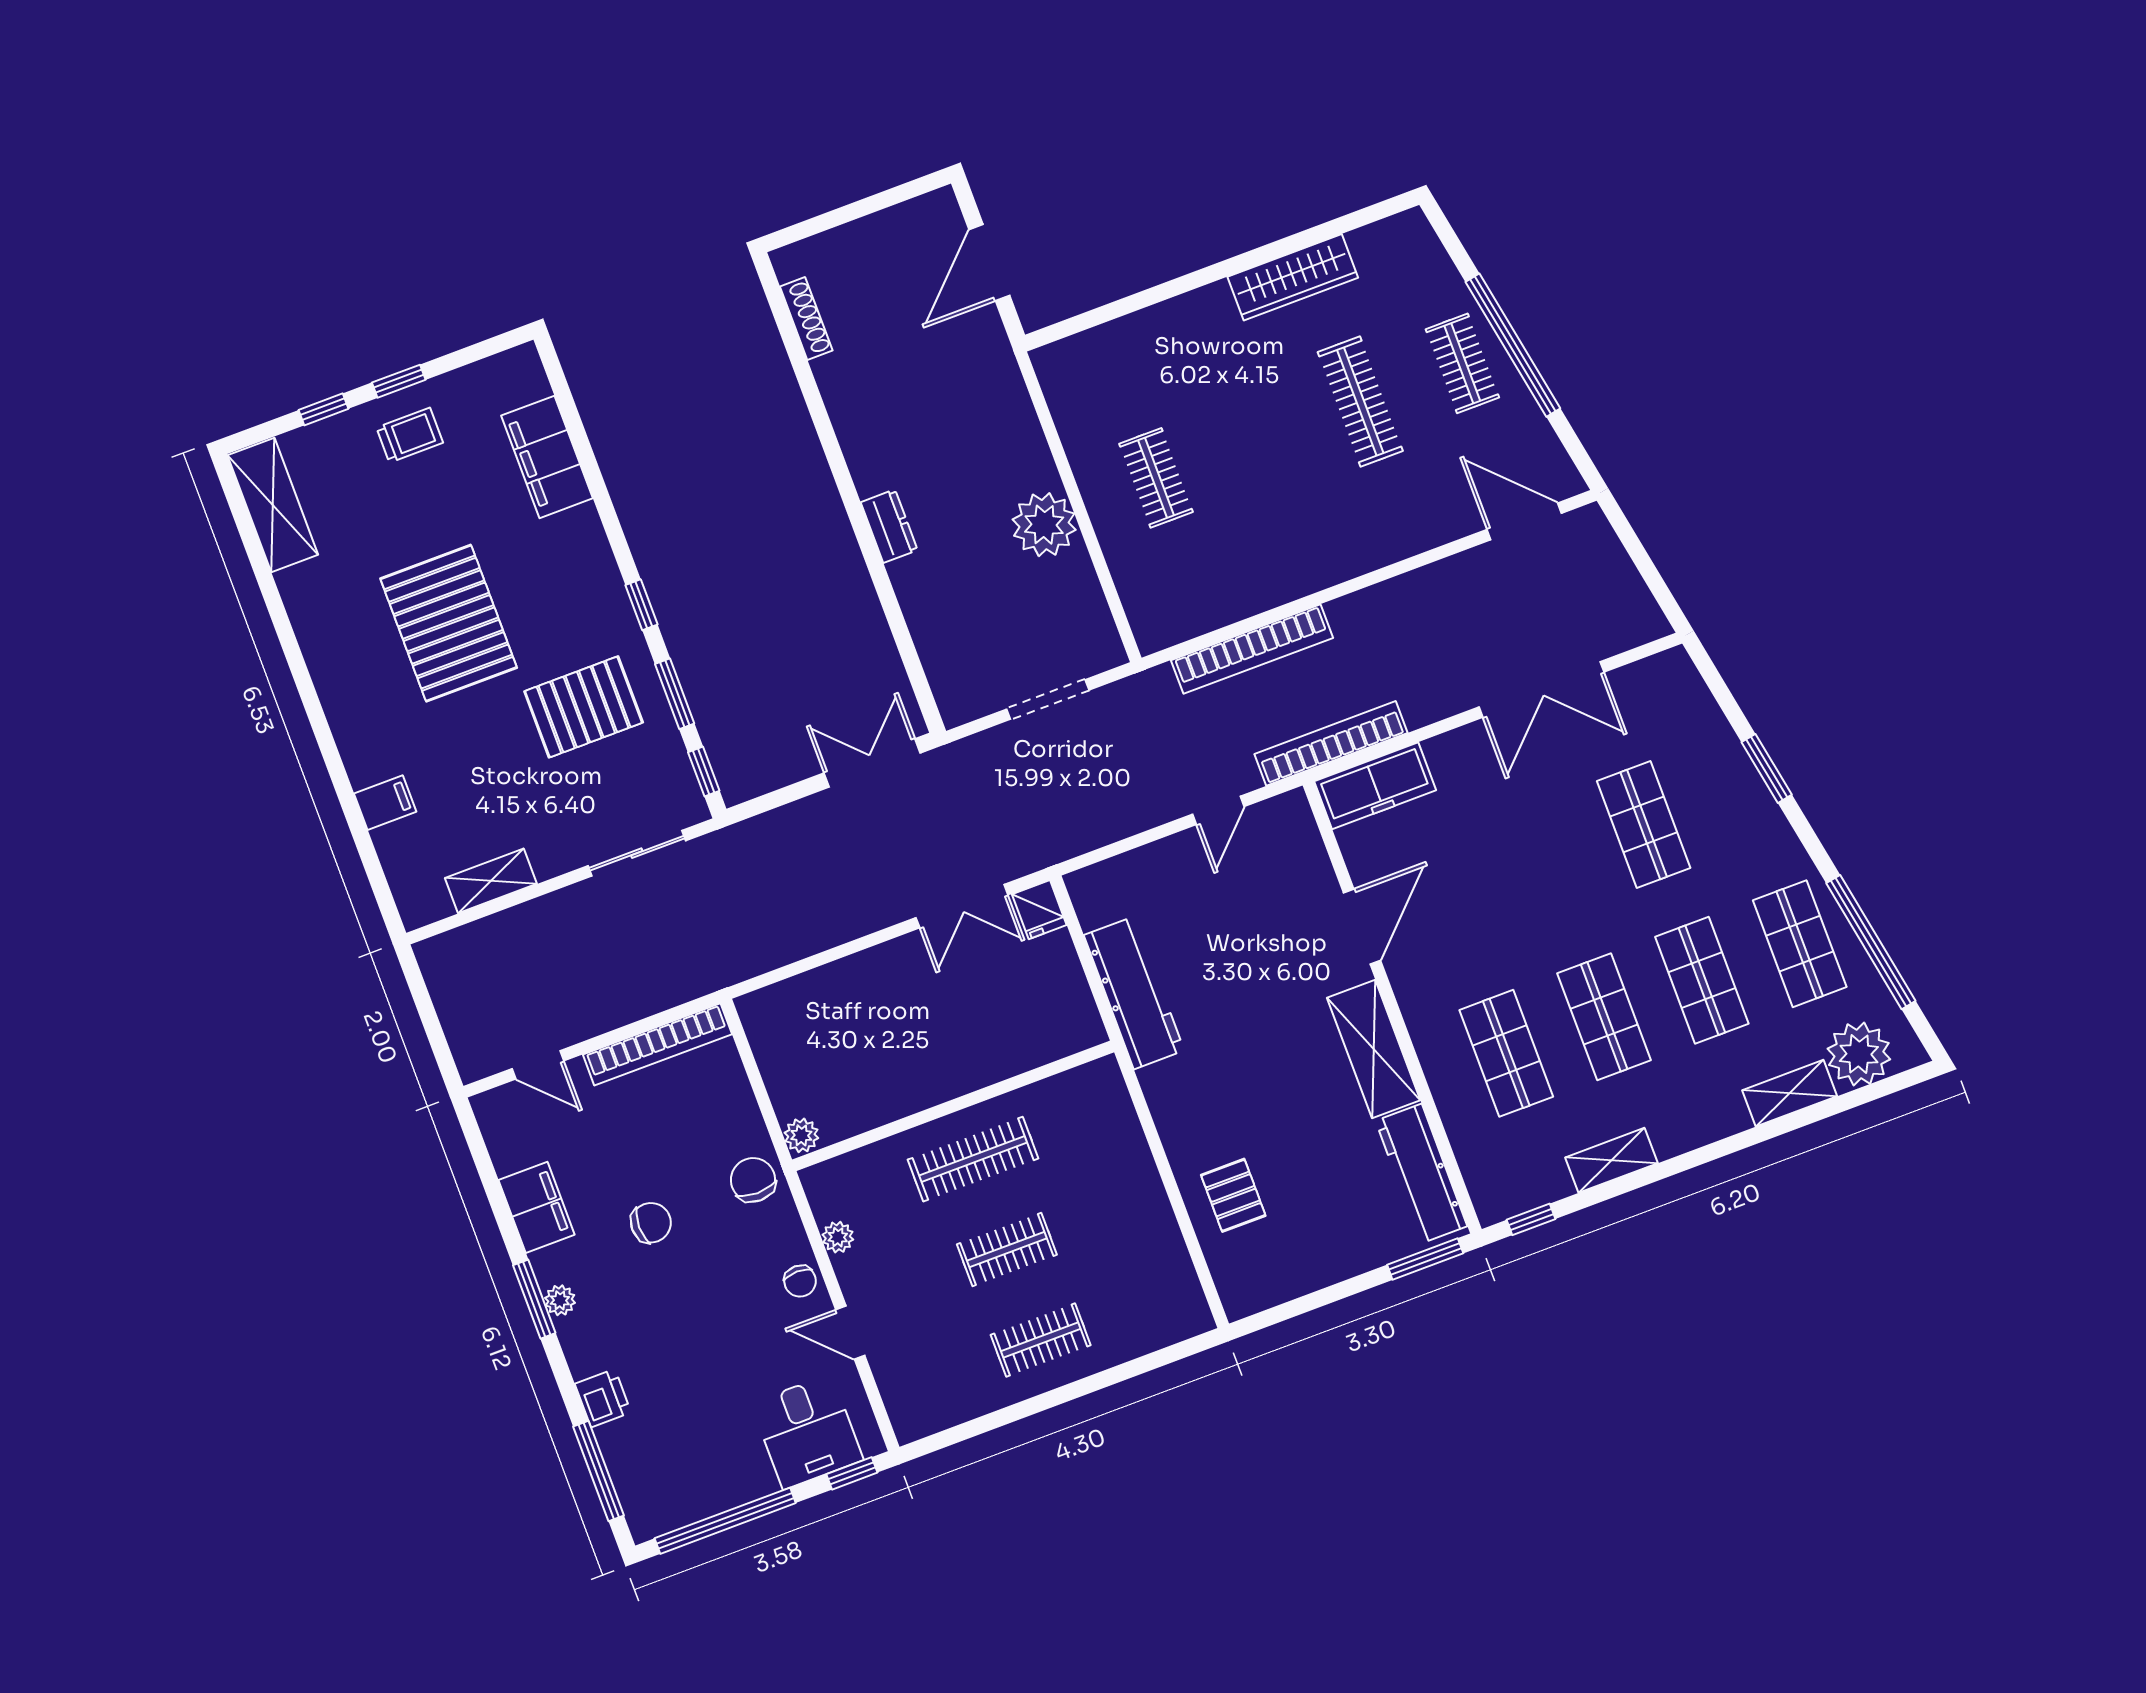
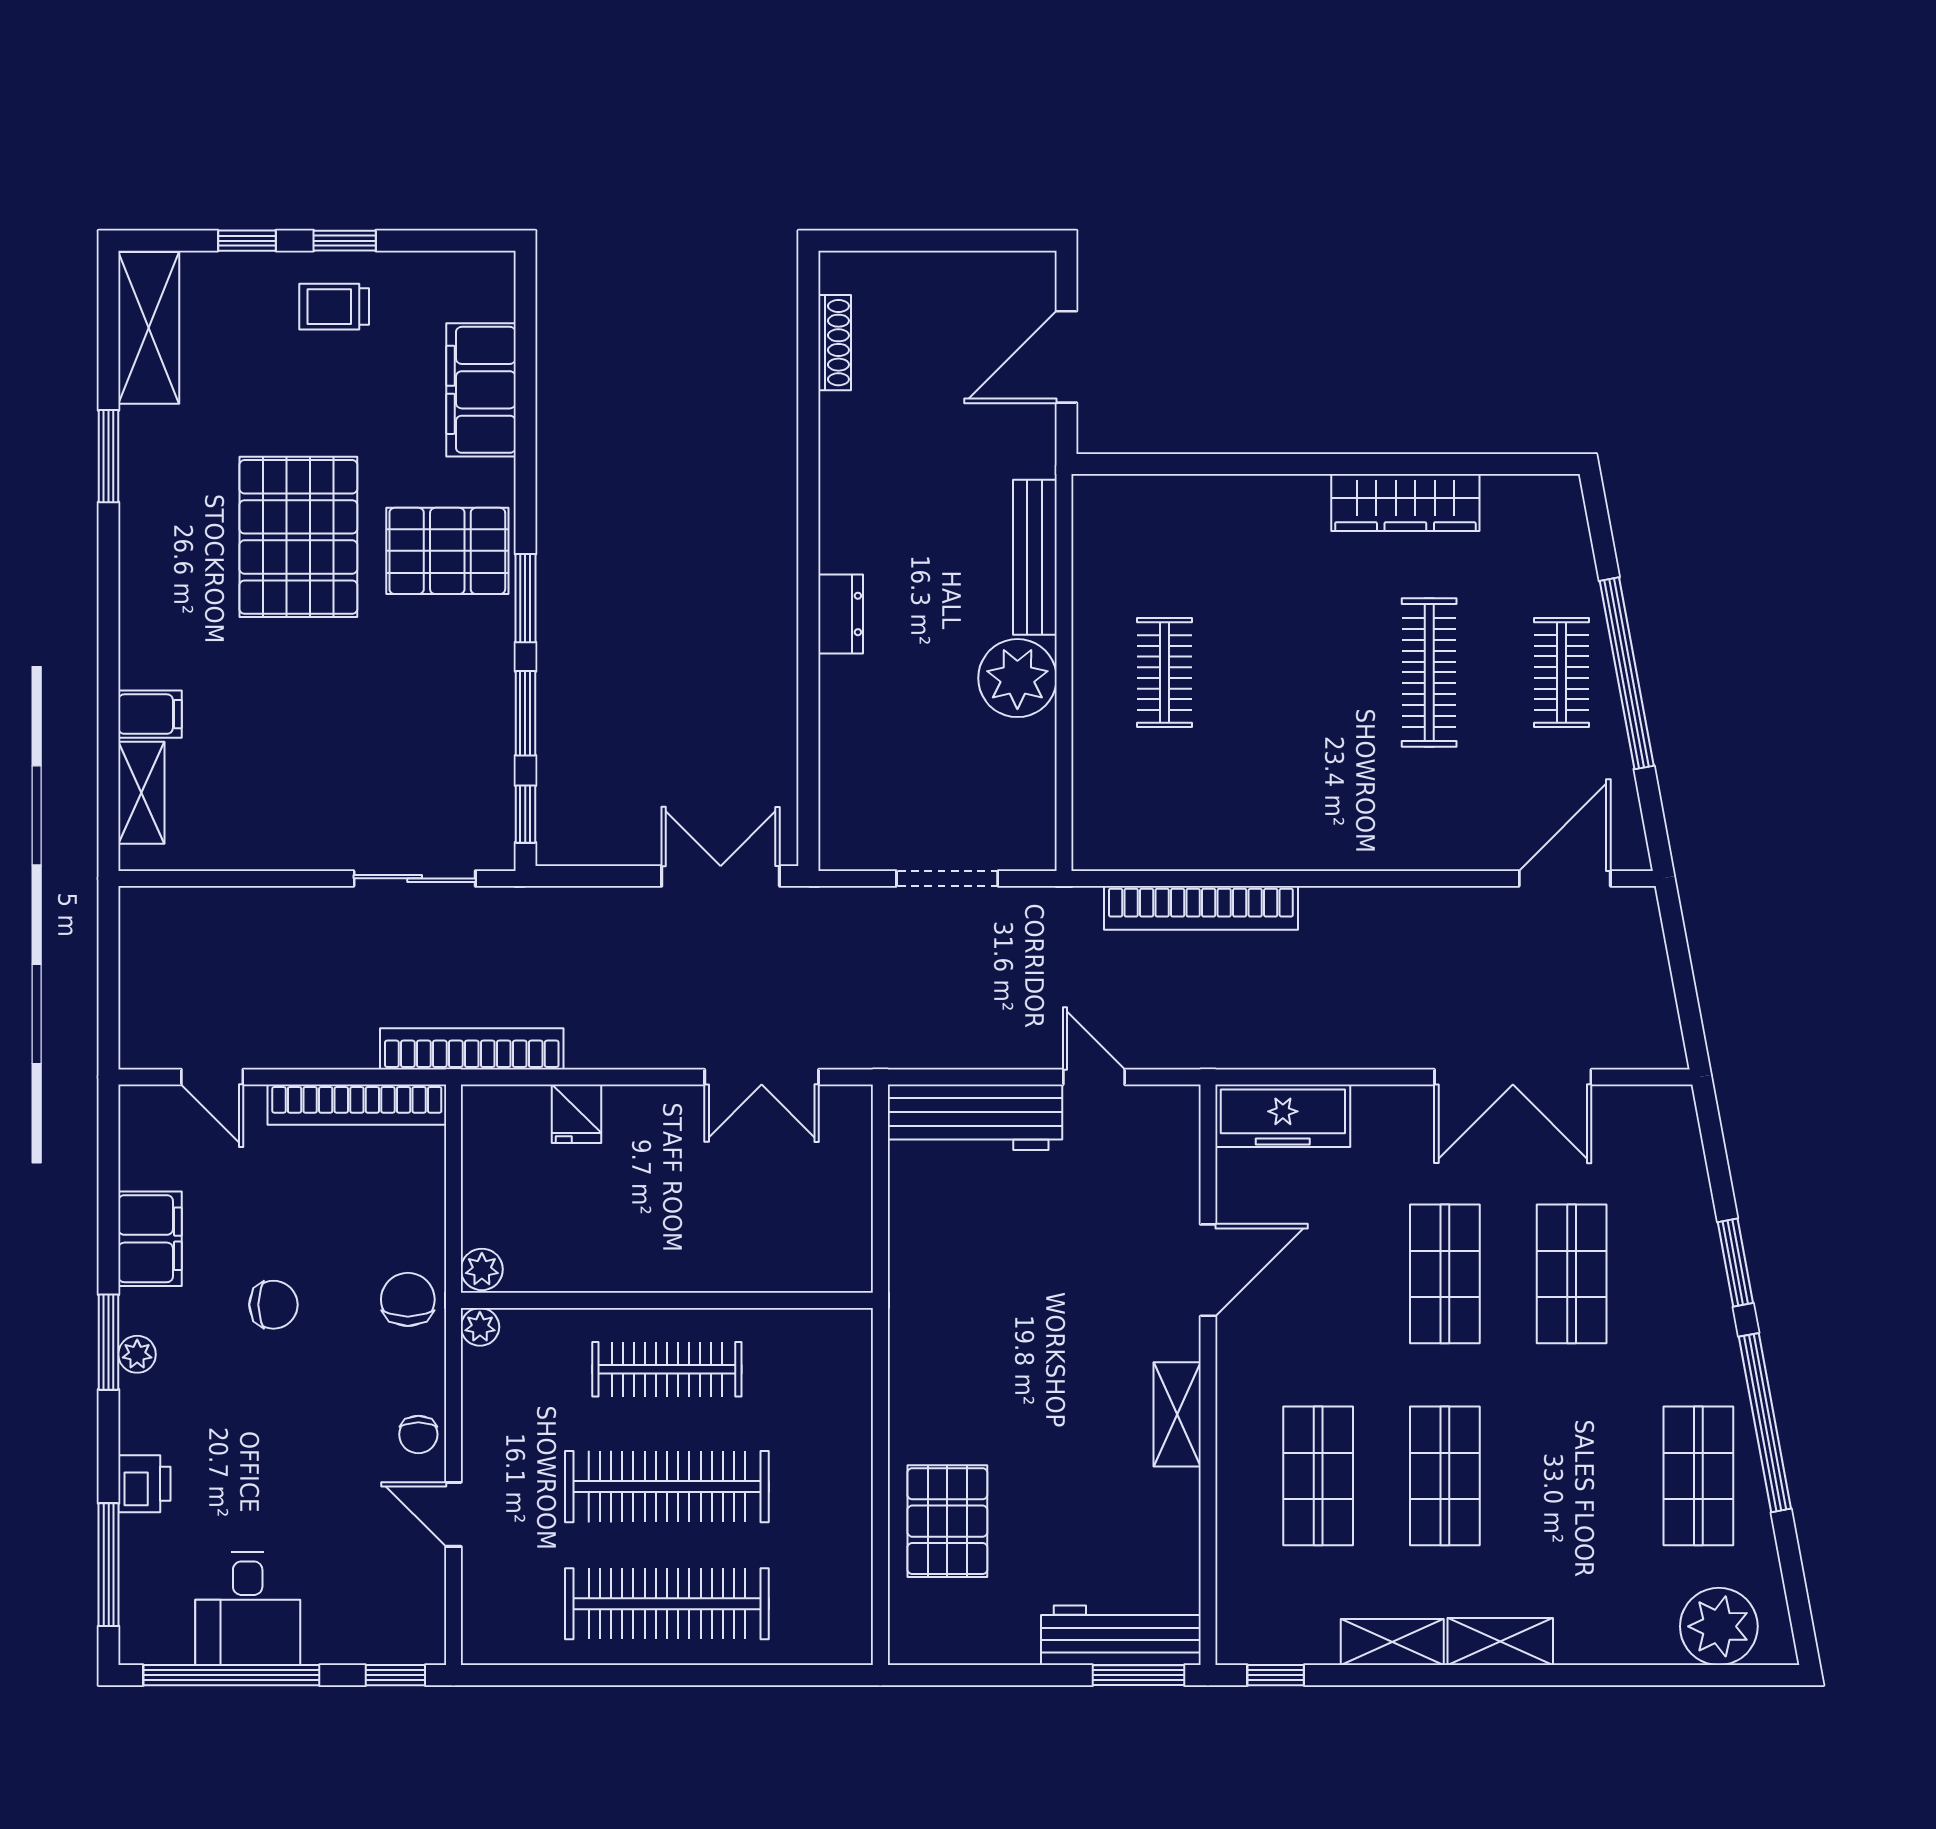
bench: (1023, 426) -> (1035, 557), added
trolley: (410, 435) -> (334, 307), turned 180
door: (1524, 521) -> (1565, 878), hinge flipped
window: (641, 605) -> (525, 598), width x1.50
window: (279, 616) -> (109, 456), added
pallet: (584, 707) -> (447, 551), moved
bookcase: (1331, 743) -> (472, 1049), moved
door: (1218, 810) -> (1094, 1077), swing flipped
shelving: (491, 881) -> (141, 793), moved, turned 90
fridge: (1039, 910) -> (576, 1114), moved
window: (1871, 942) -> (1765, 1423), moved
shop shelf: (1702, 980) -> (1445, 1274), moved
workbench: (1134, 993) -> (975, 1117), moved, turned 90
shelving: (1374, 1049) -> (1177, 1414), width x0.67, depth x0.75
shelving: (1790, 1093) -> (1500, 1642), moved
workbench: (1421, 1174) -> (1121, 1635), moved, turned 90
pallet: (1233, 1195) -> (947, 1521), width x1.50, depth x1.42
plant: (838, 1237) -> (480, 1327), moved
clothes rail: (1007, 1250) -> (667, 1487), width x1.86, depth x1.31
clothes rail: (1041, 1340) -> (667, 1604), width x1.86, depth x1.31
desk: (807, 1432) -> (248, 1609), moved

